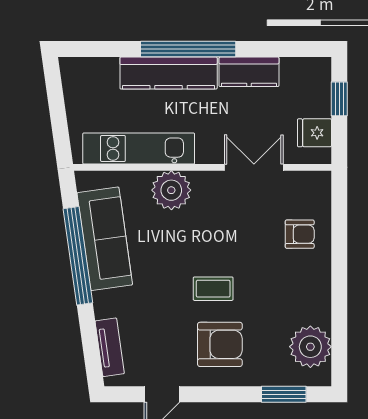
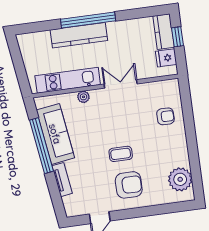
kitchen counter: (249, 72) -> (164, 32), moved, turned 90
double door: (254, 167) -> (121, 84), moved
plant: (171, 190) -> (83, 97), width x0.53, depth x0.53
tv unit: (110, 347) -> (62, 180), moved
window: (284, 394) -> (169, 208), removed

